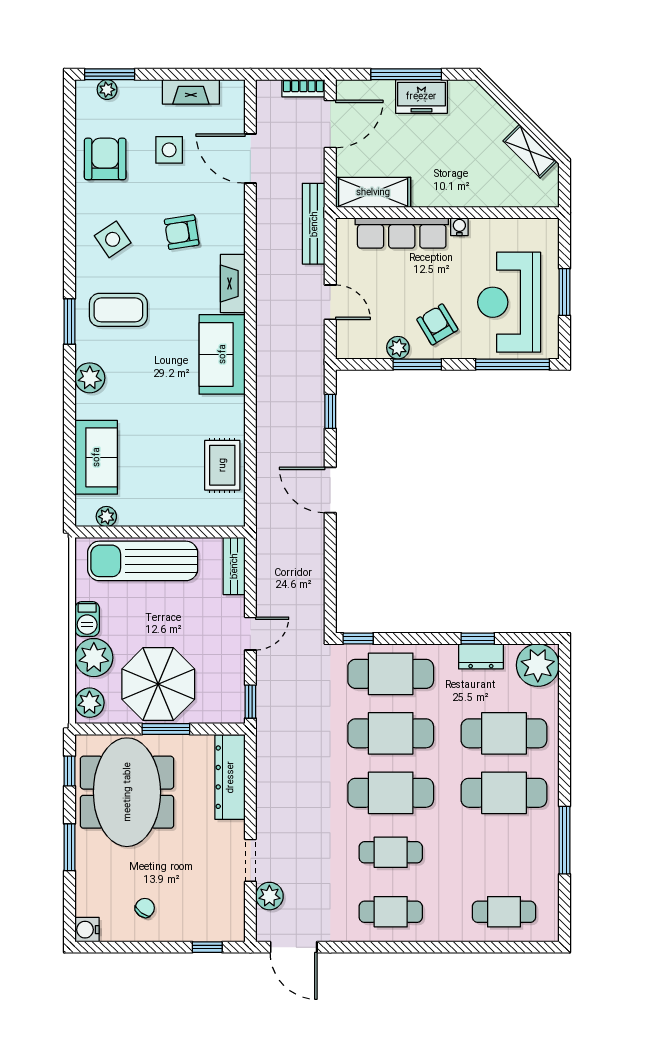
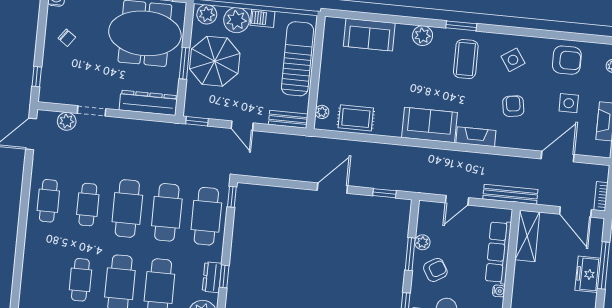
plant: (106, 517) -> (322, 112), moved
cafe table: (504, 912) -> (80, 280), moved

